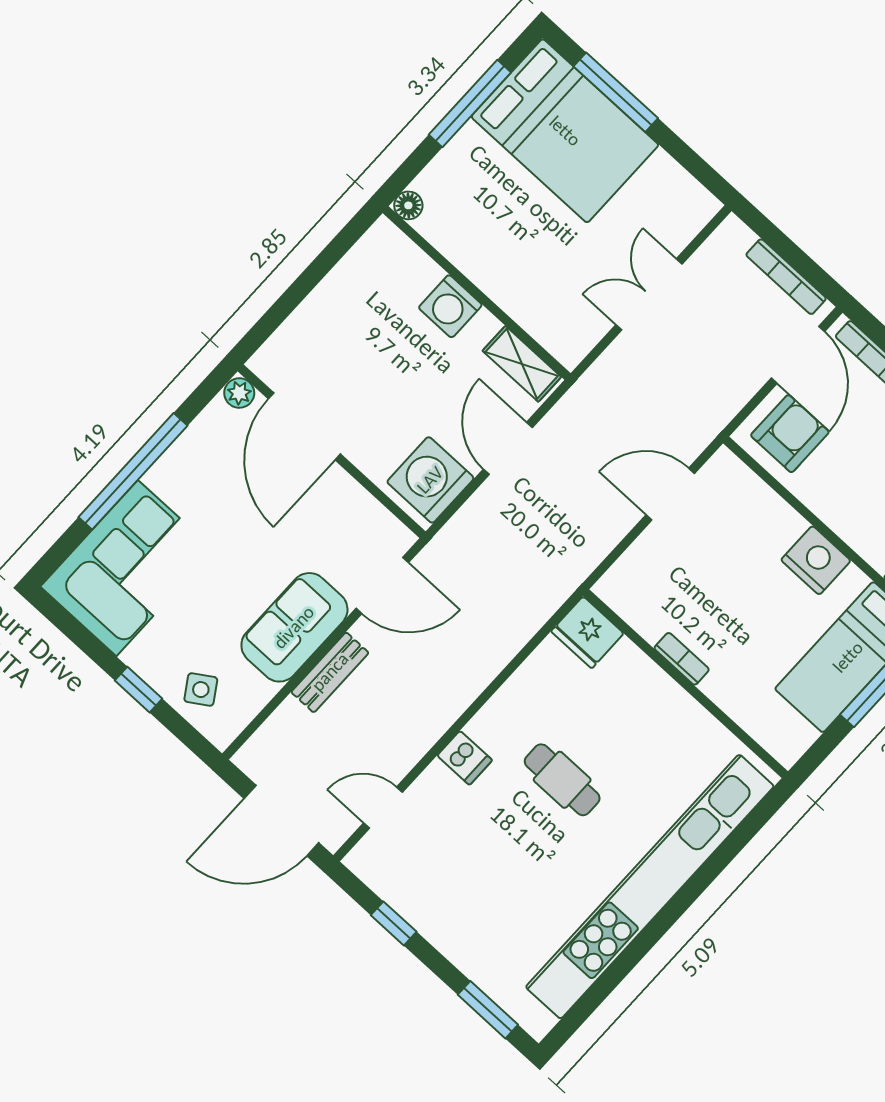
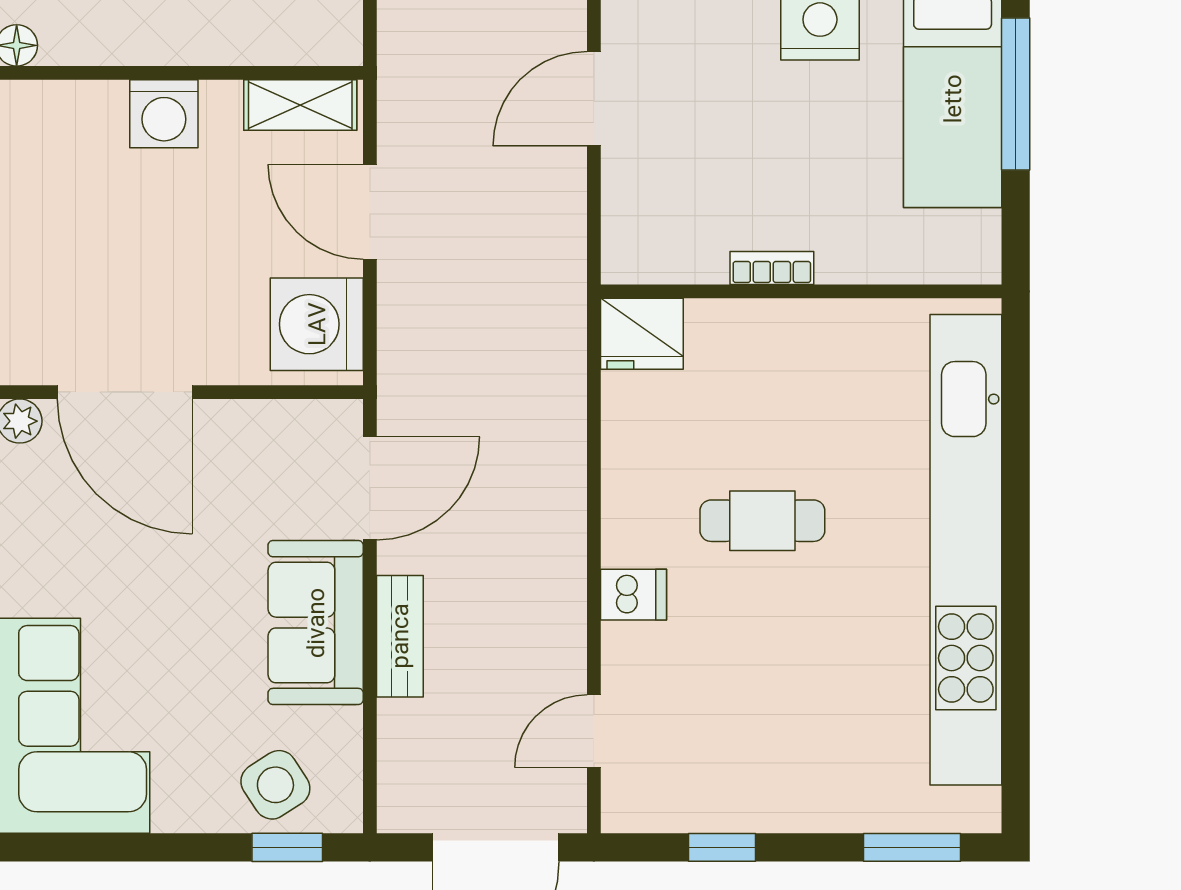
window: (139, 690) -> (287, 847), moved
side table: (201, 690) -> (275, 785), width x1.37, depth x1.37

